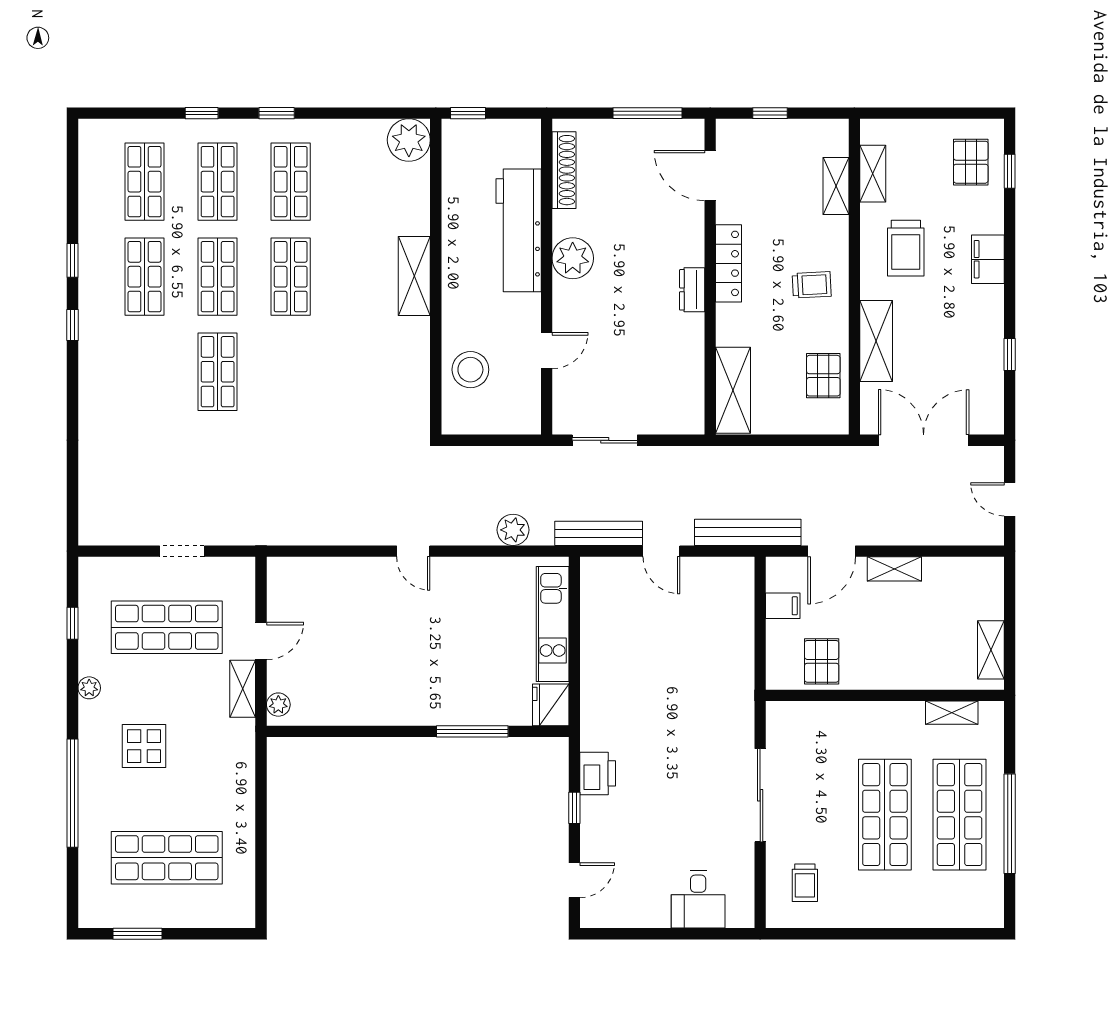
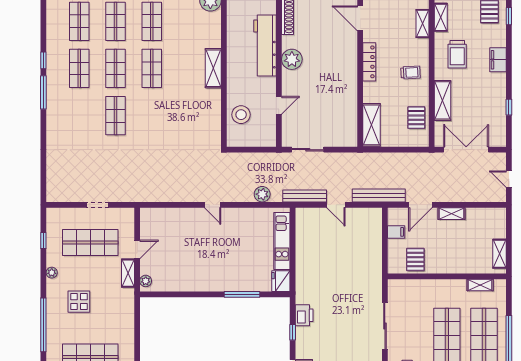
dresser: (692, 290) -> (351, 75), removed
window: (72, 325) -> (43, 92), width x2.17

